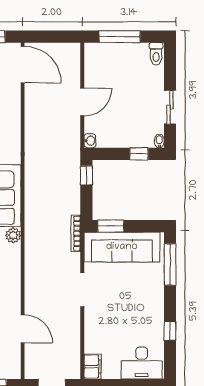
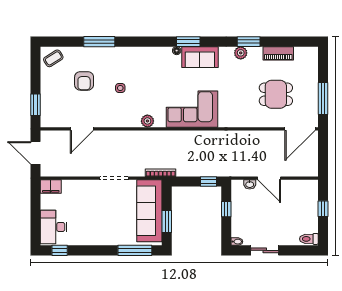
window: (120, 37) -> (323, 209), width x0.46
washbasin: (90, 141) -> (250, 184), moved
window: (139, 154) -> (226, 209), moved
window: (111, 226) -> (167, 222), moved
plant: (13, 235) -> (147, 121), moved
window: (170, 331) -> (60, 250), moved

